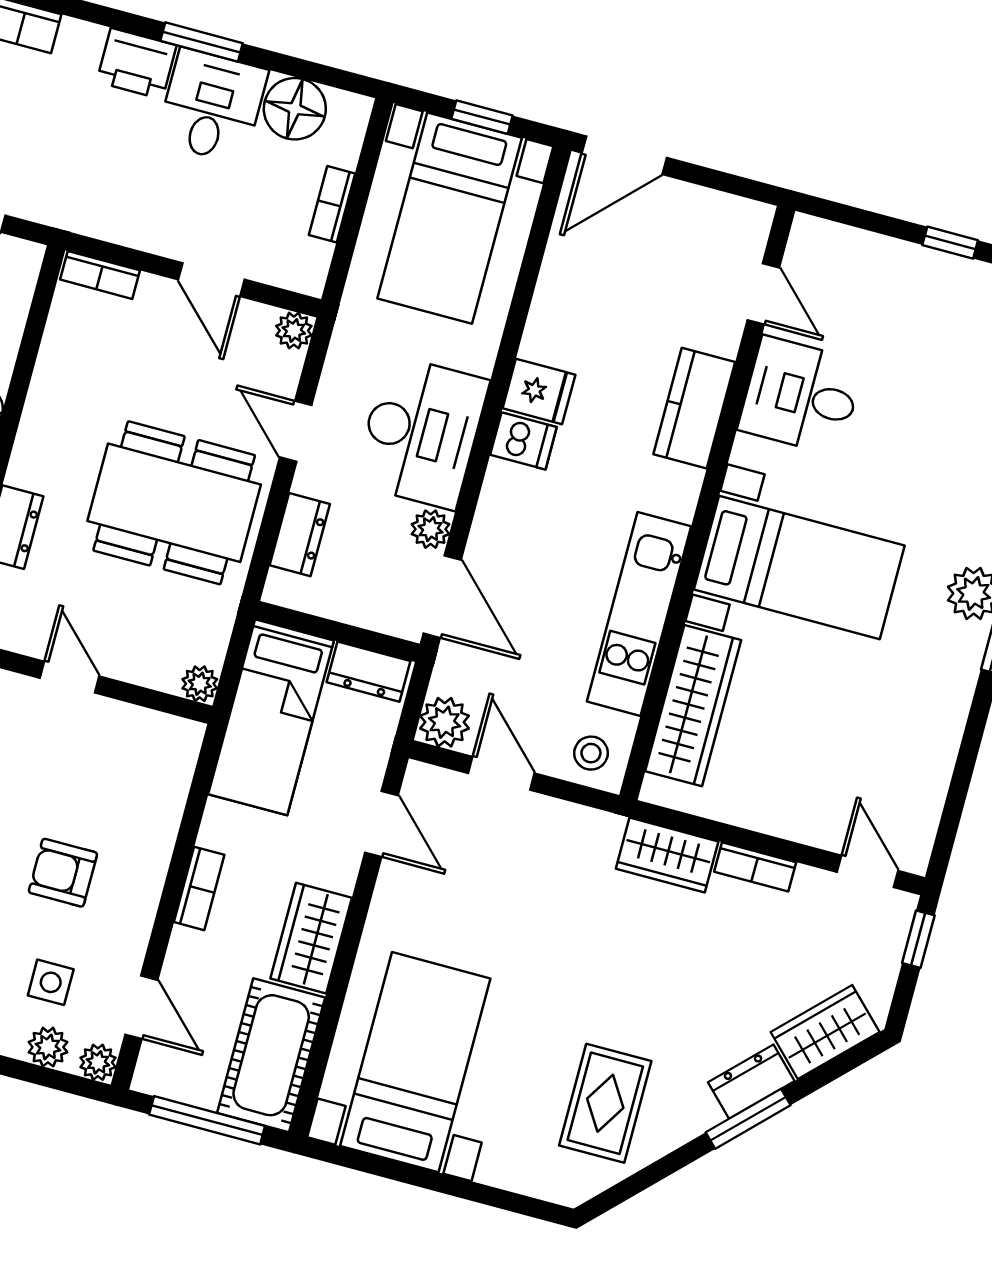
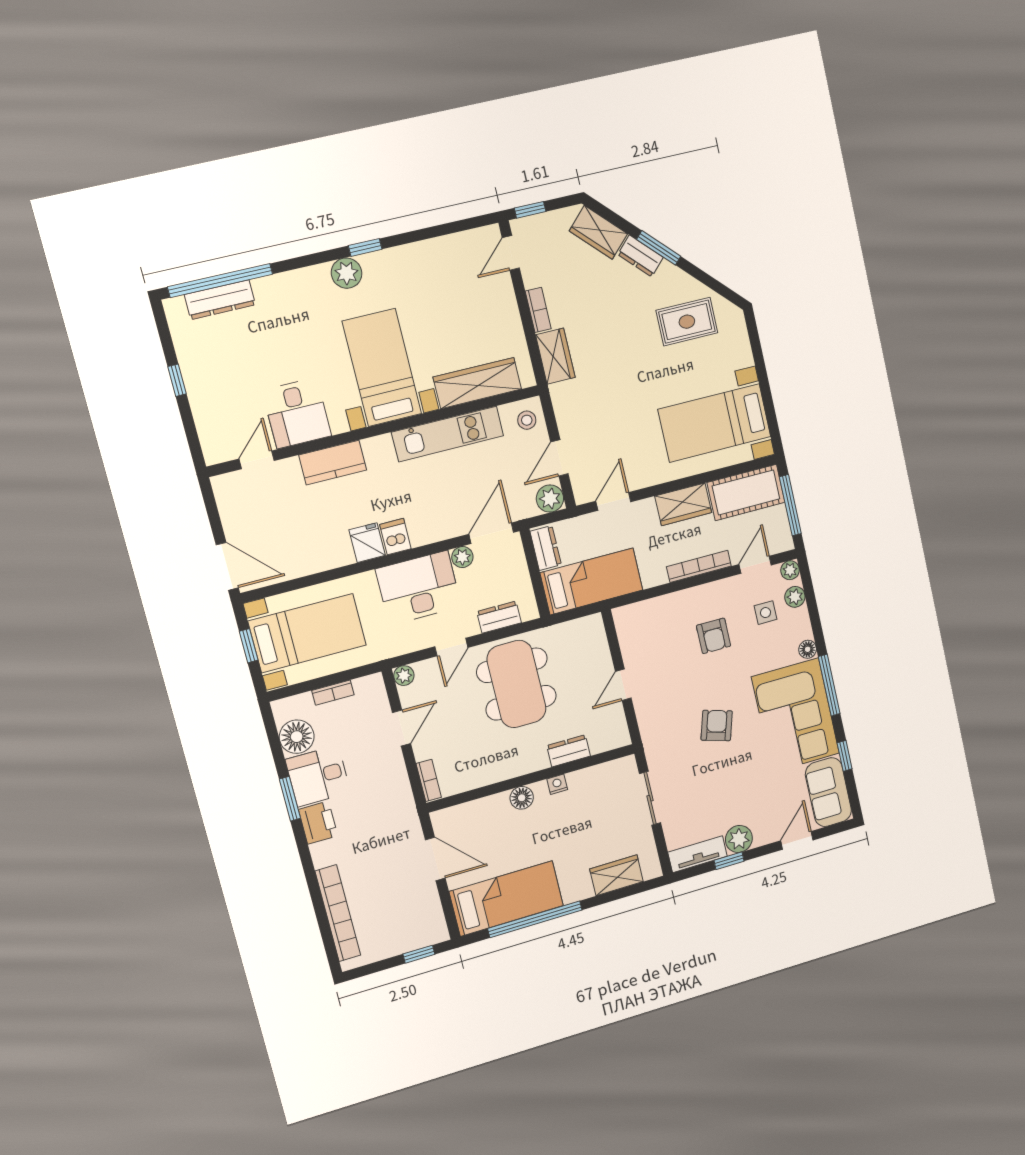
plant: (200, 684) -> (594, 623), removed
bookcase: (199, 888) -> (699, 566), width x1.56

